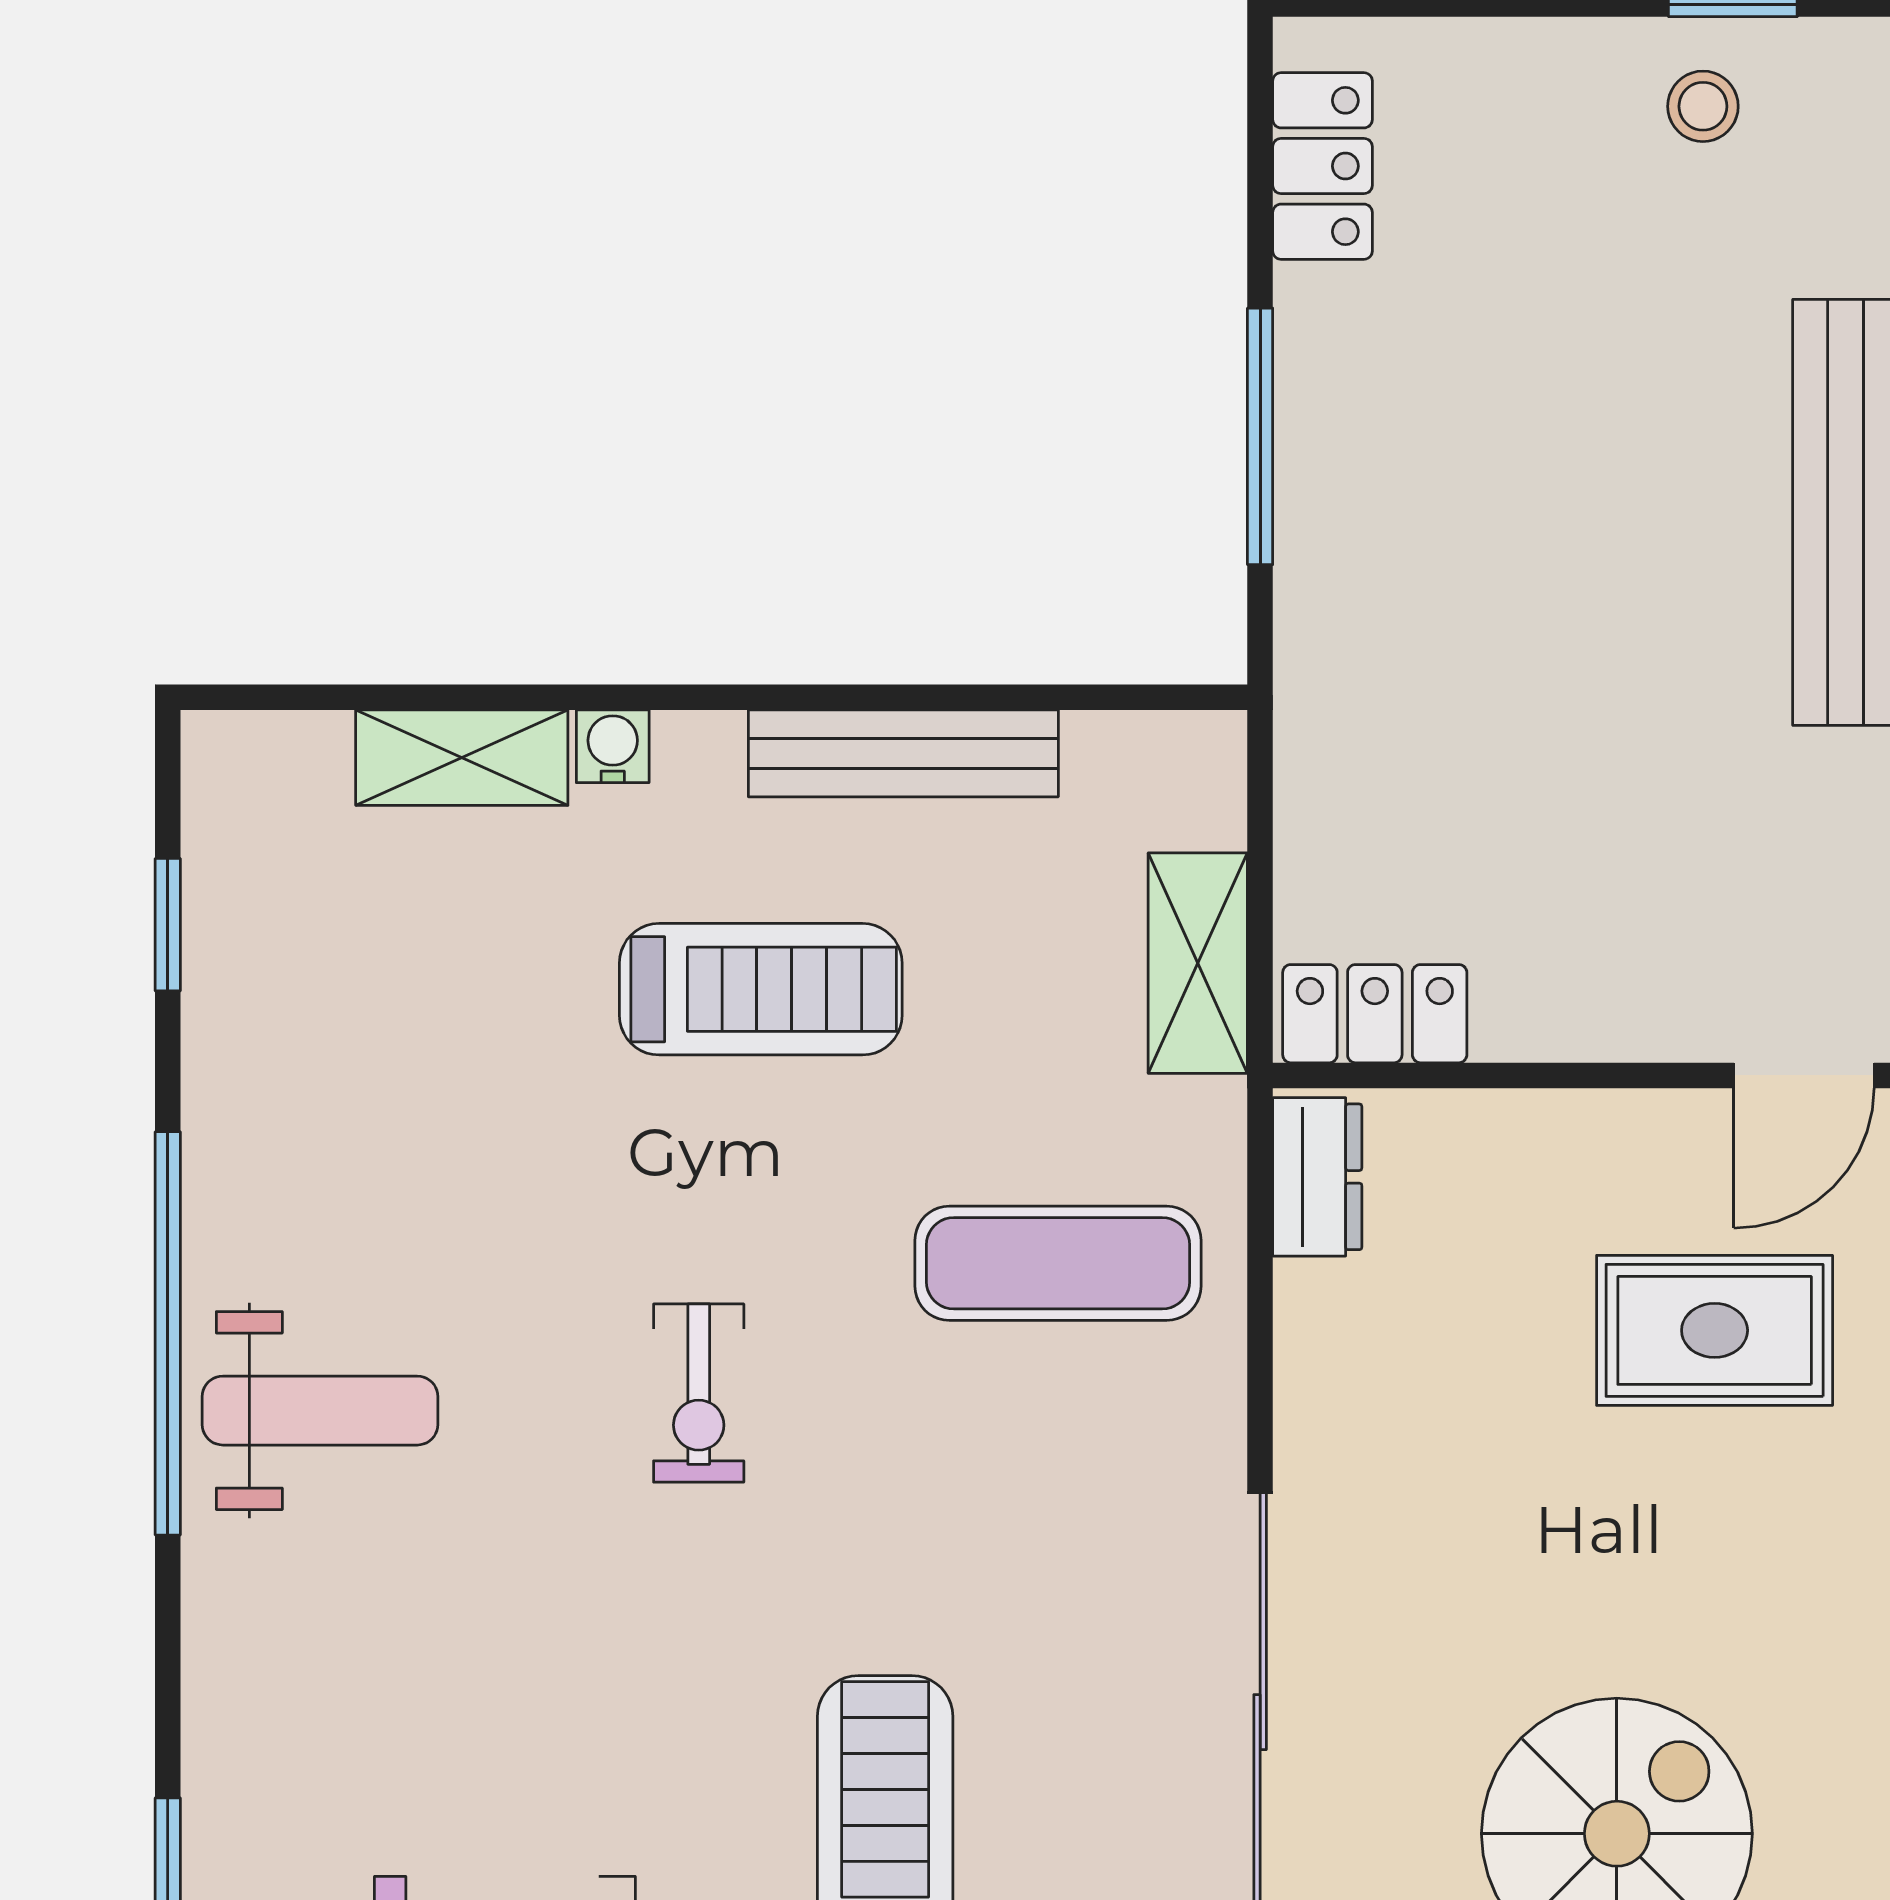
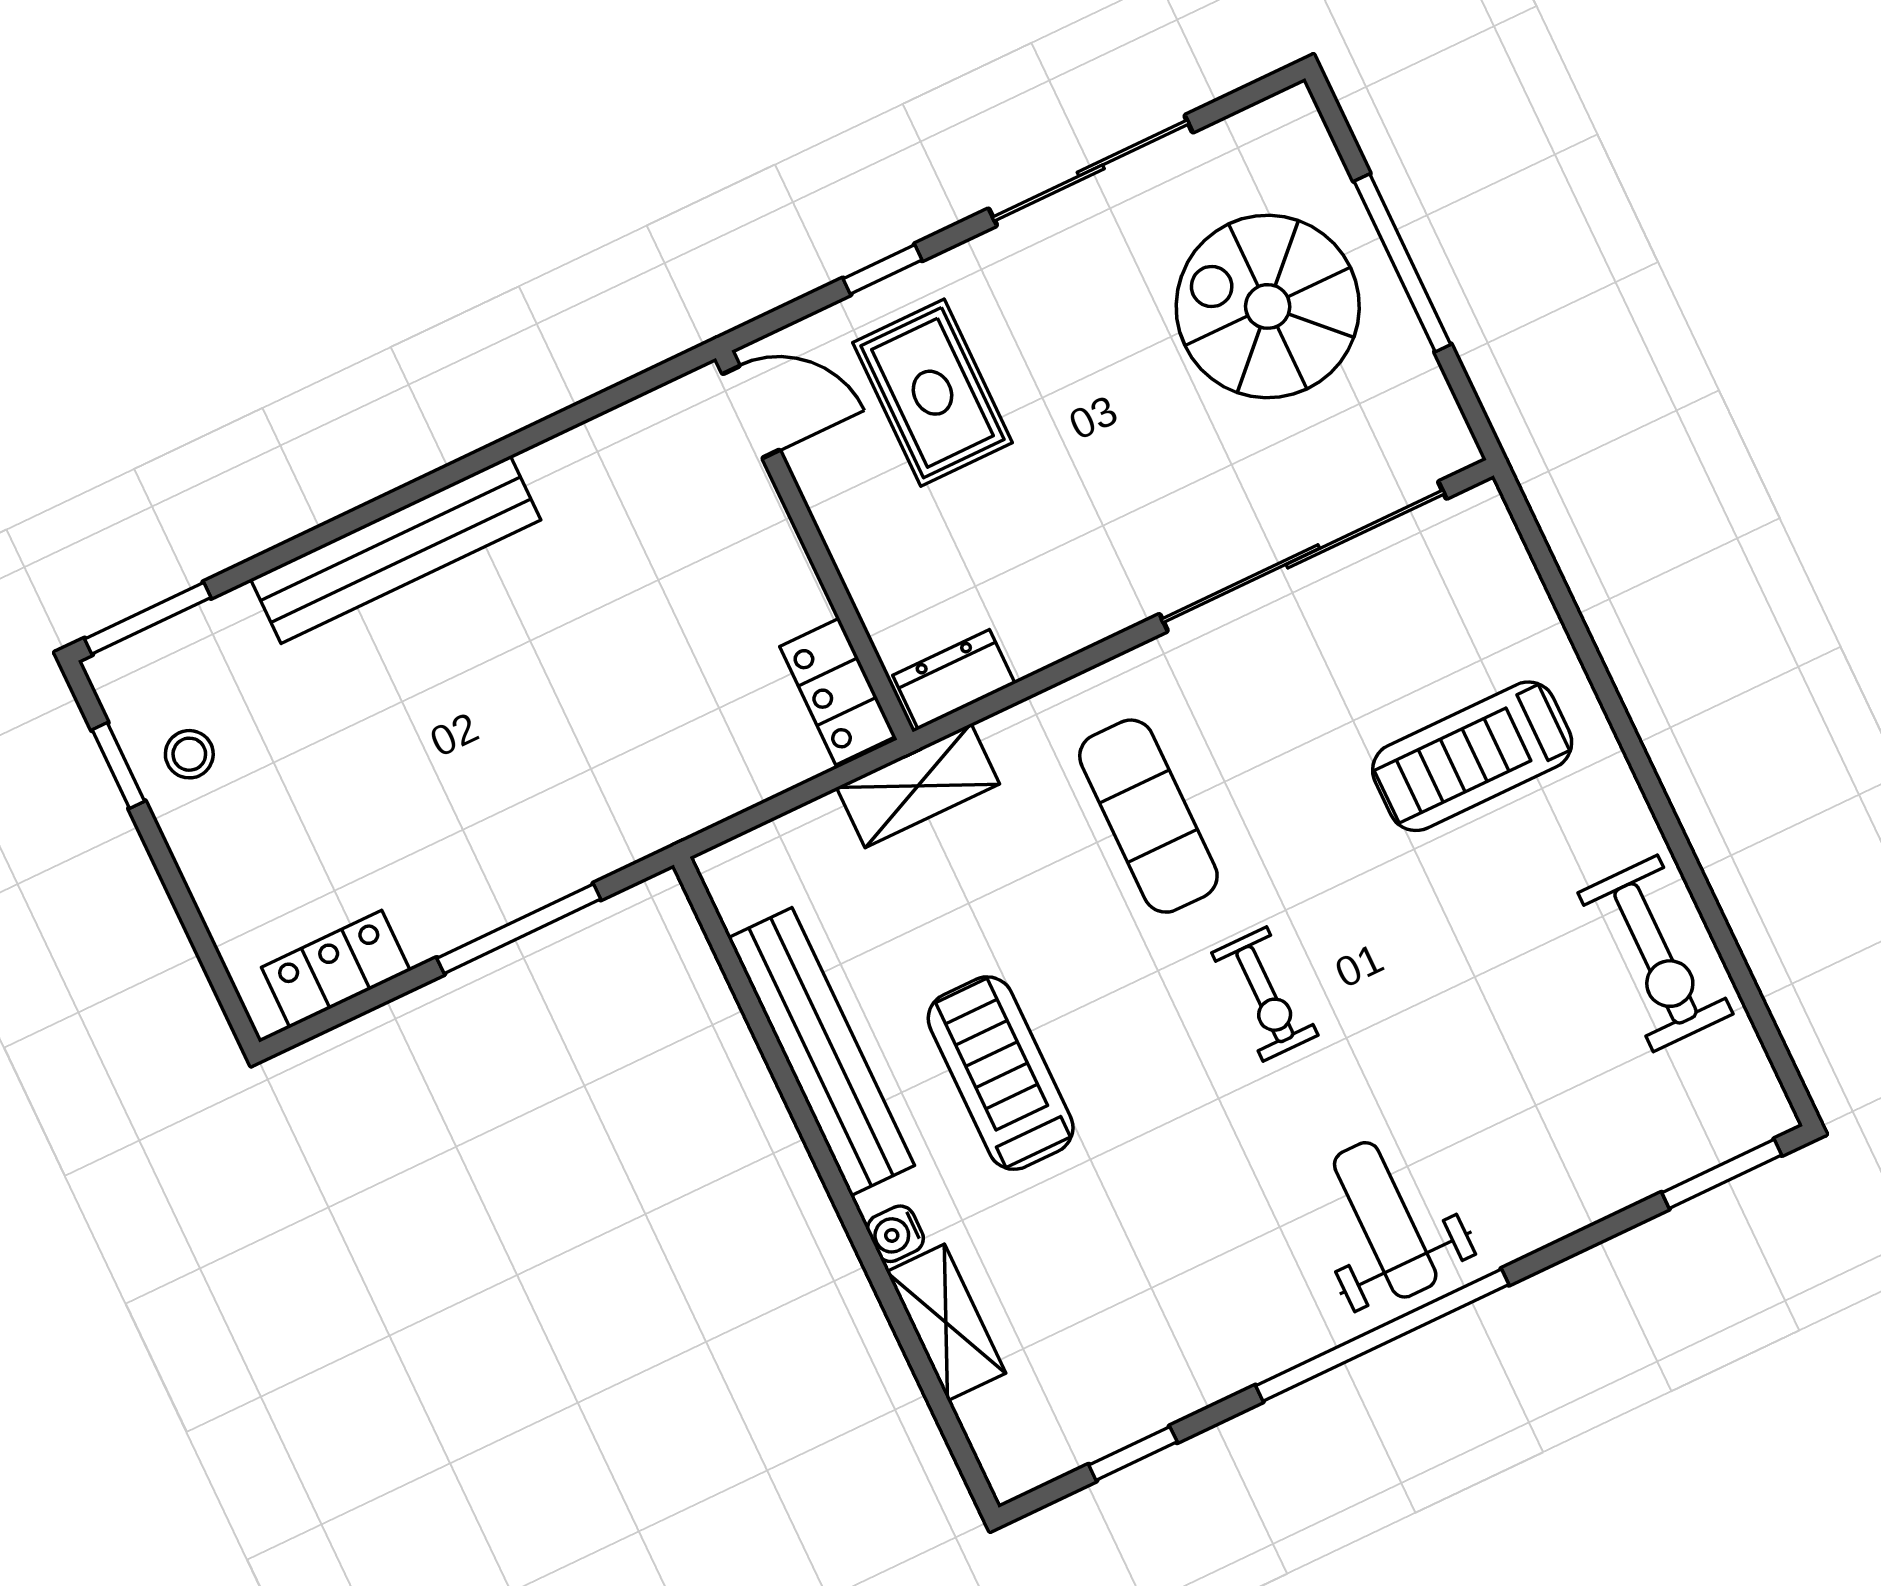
bench: (903, 753) -> (821, 1052), width x1.37, depth x1.21
shelving: (1198, 963) -> (918, 786), moved
exercise mat: (1058, 1263) -> (1148, 816), moved
exercise bike: (699, 1393) -> (1265, 994), turned 90

